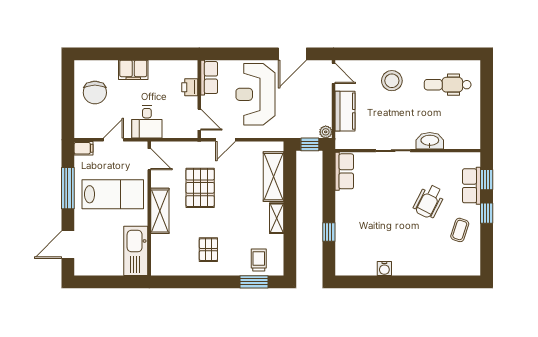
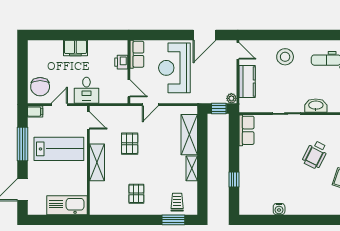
chair: (95, 93) -> (40, 87), moved
pallet: (200, 188) -> (130, 144), width x0.67, depth x0.71
kitchen sink: (136, 251) -> (67, 205), moved, turned 90

